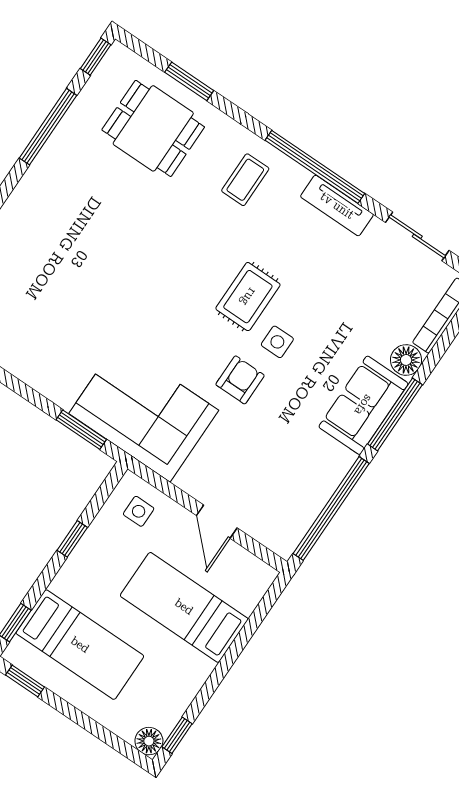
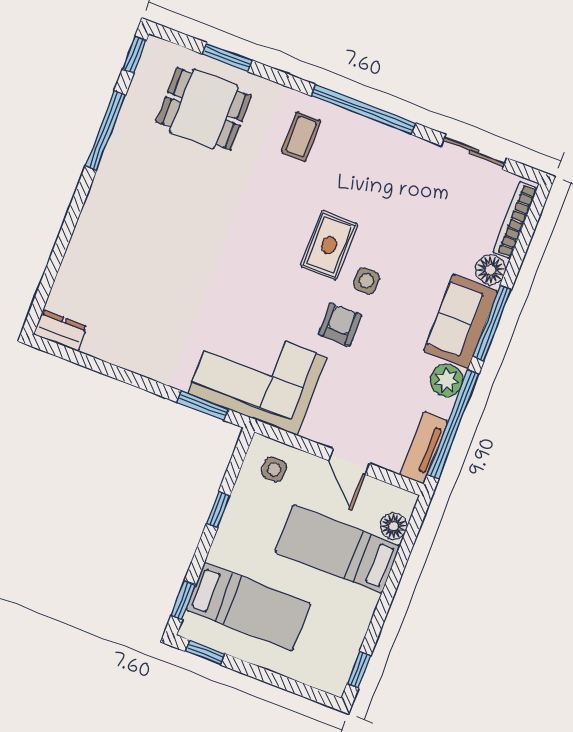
tv unit: (337, 206) -> (424, 448), moved, turned 90
plant: (335, 462) -> (447, 380), added
floor lamp: (149, 741) -> (394, 526), moved

